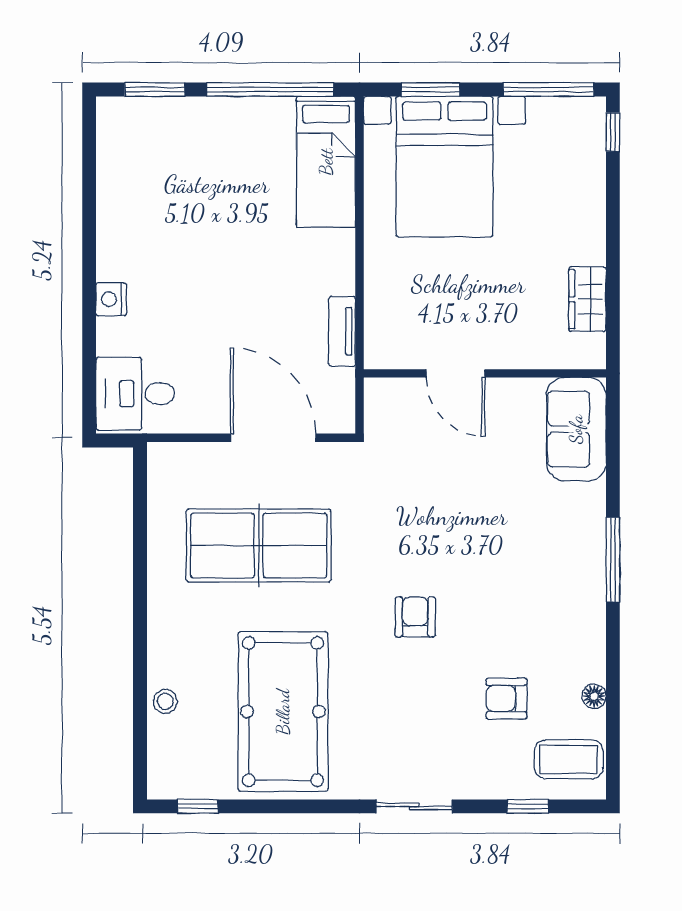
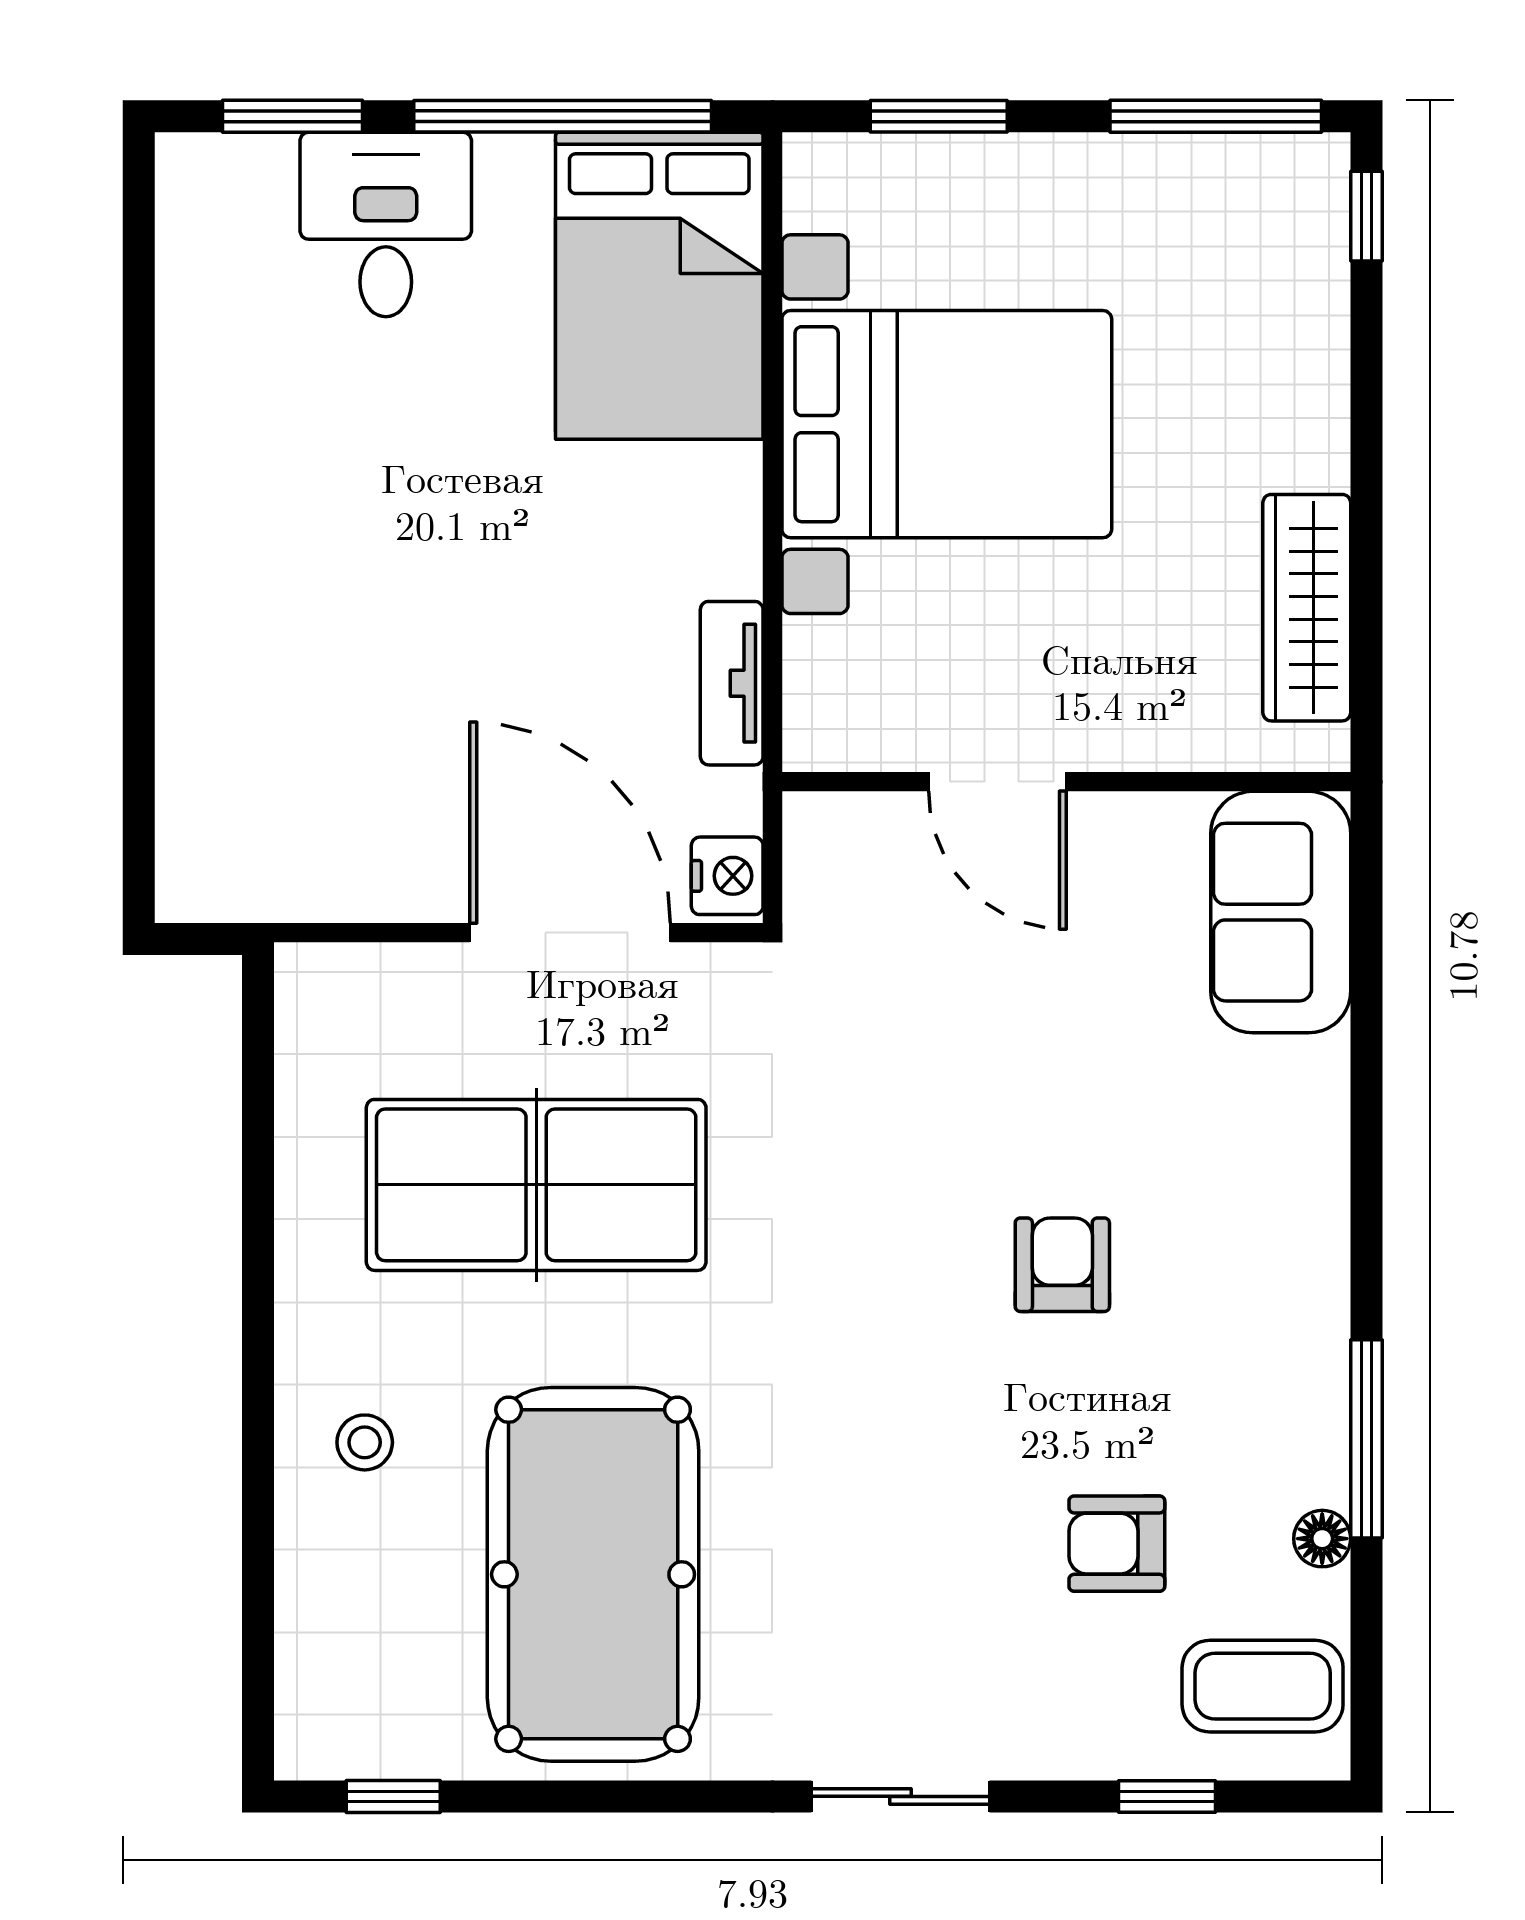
bed: (326, 162) -> (659, 286), width x1.50
bed with nightstands: (444, 167) -> (947, 424), moved, turned -90
nightstand: (111, 299) -> (727, 876), moved, turned 180
wardrobe: (587, 299) -> (1307, 608), width x1.50
desk: (135, 394) -> (386, 225), moved, turned 90
window: (613, 560) -> (1366, 1439), moved
armchair: (415, 617) -> (1062, 1265), moved
stool: (165, 701) -> (365, 1442), moved

